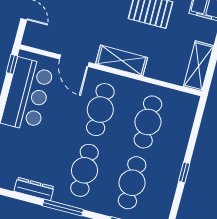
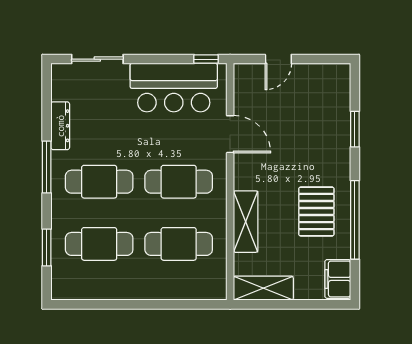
door: (74, 61) -> (230, 134), swing flipped
shelving: (122, 61) -> (246, 222), moved
window: (184, 172) -> (128, 304), removed

